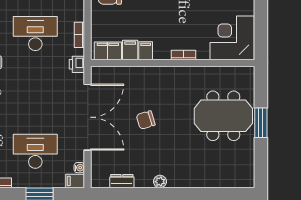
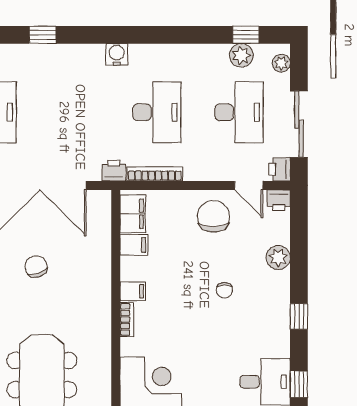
bookcase: (79, 35) -> (155, 174), width x1.56
filing cabinet: (146, 51) -> (133, 291), moved

